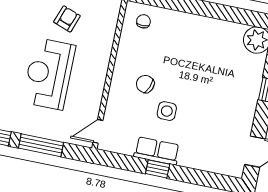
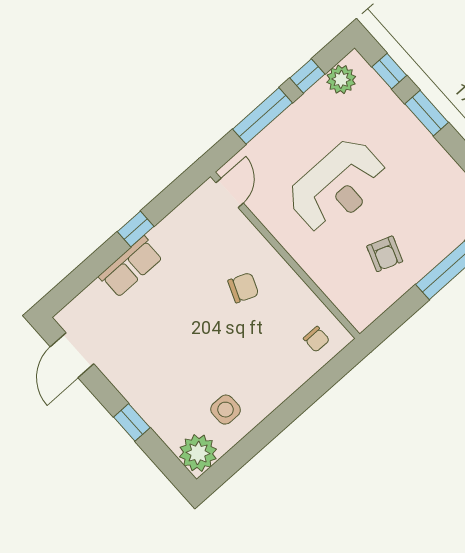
reception desk: (49, 74) -> (338, 186), turned 90
side table: (167, 111) -> (226, 410), moved
row of seats: (157, 151) -> (131, 267), moved

